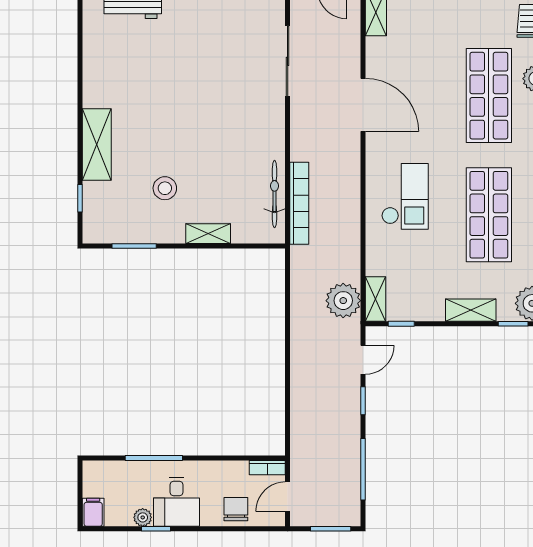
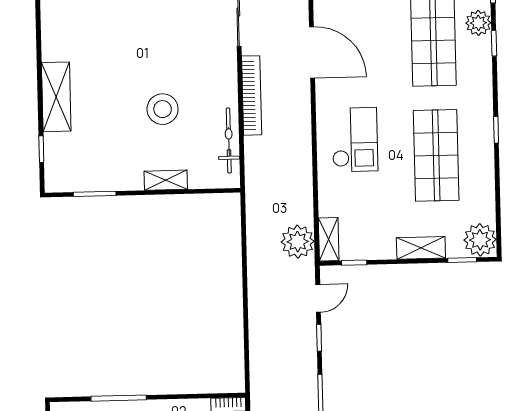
stool: (165, 188) -> (163, 109), moved, width x1.38, depth x1.38
bookcase: (299, 203) -> (252, 95), moved

